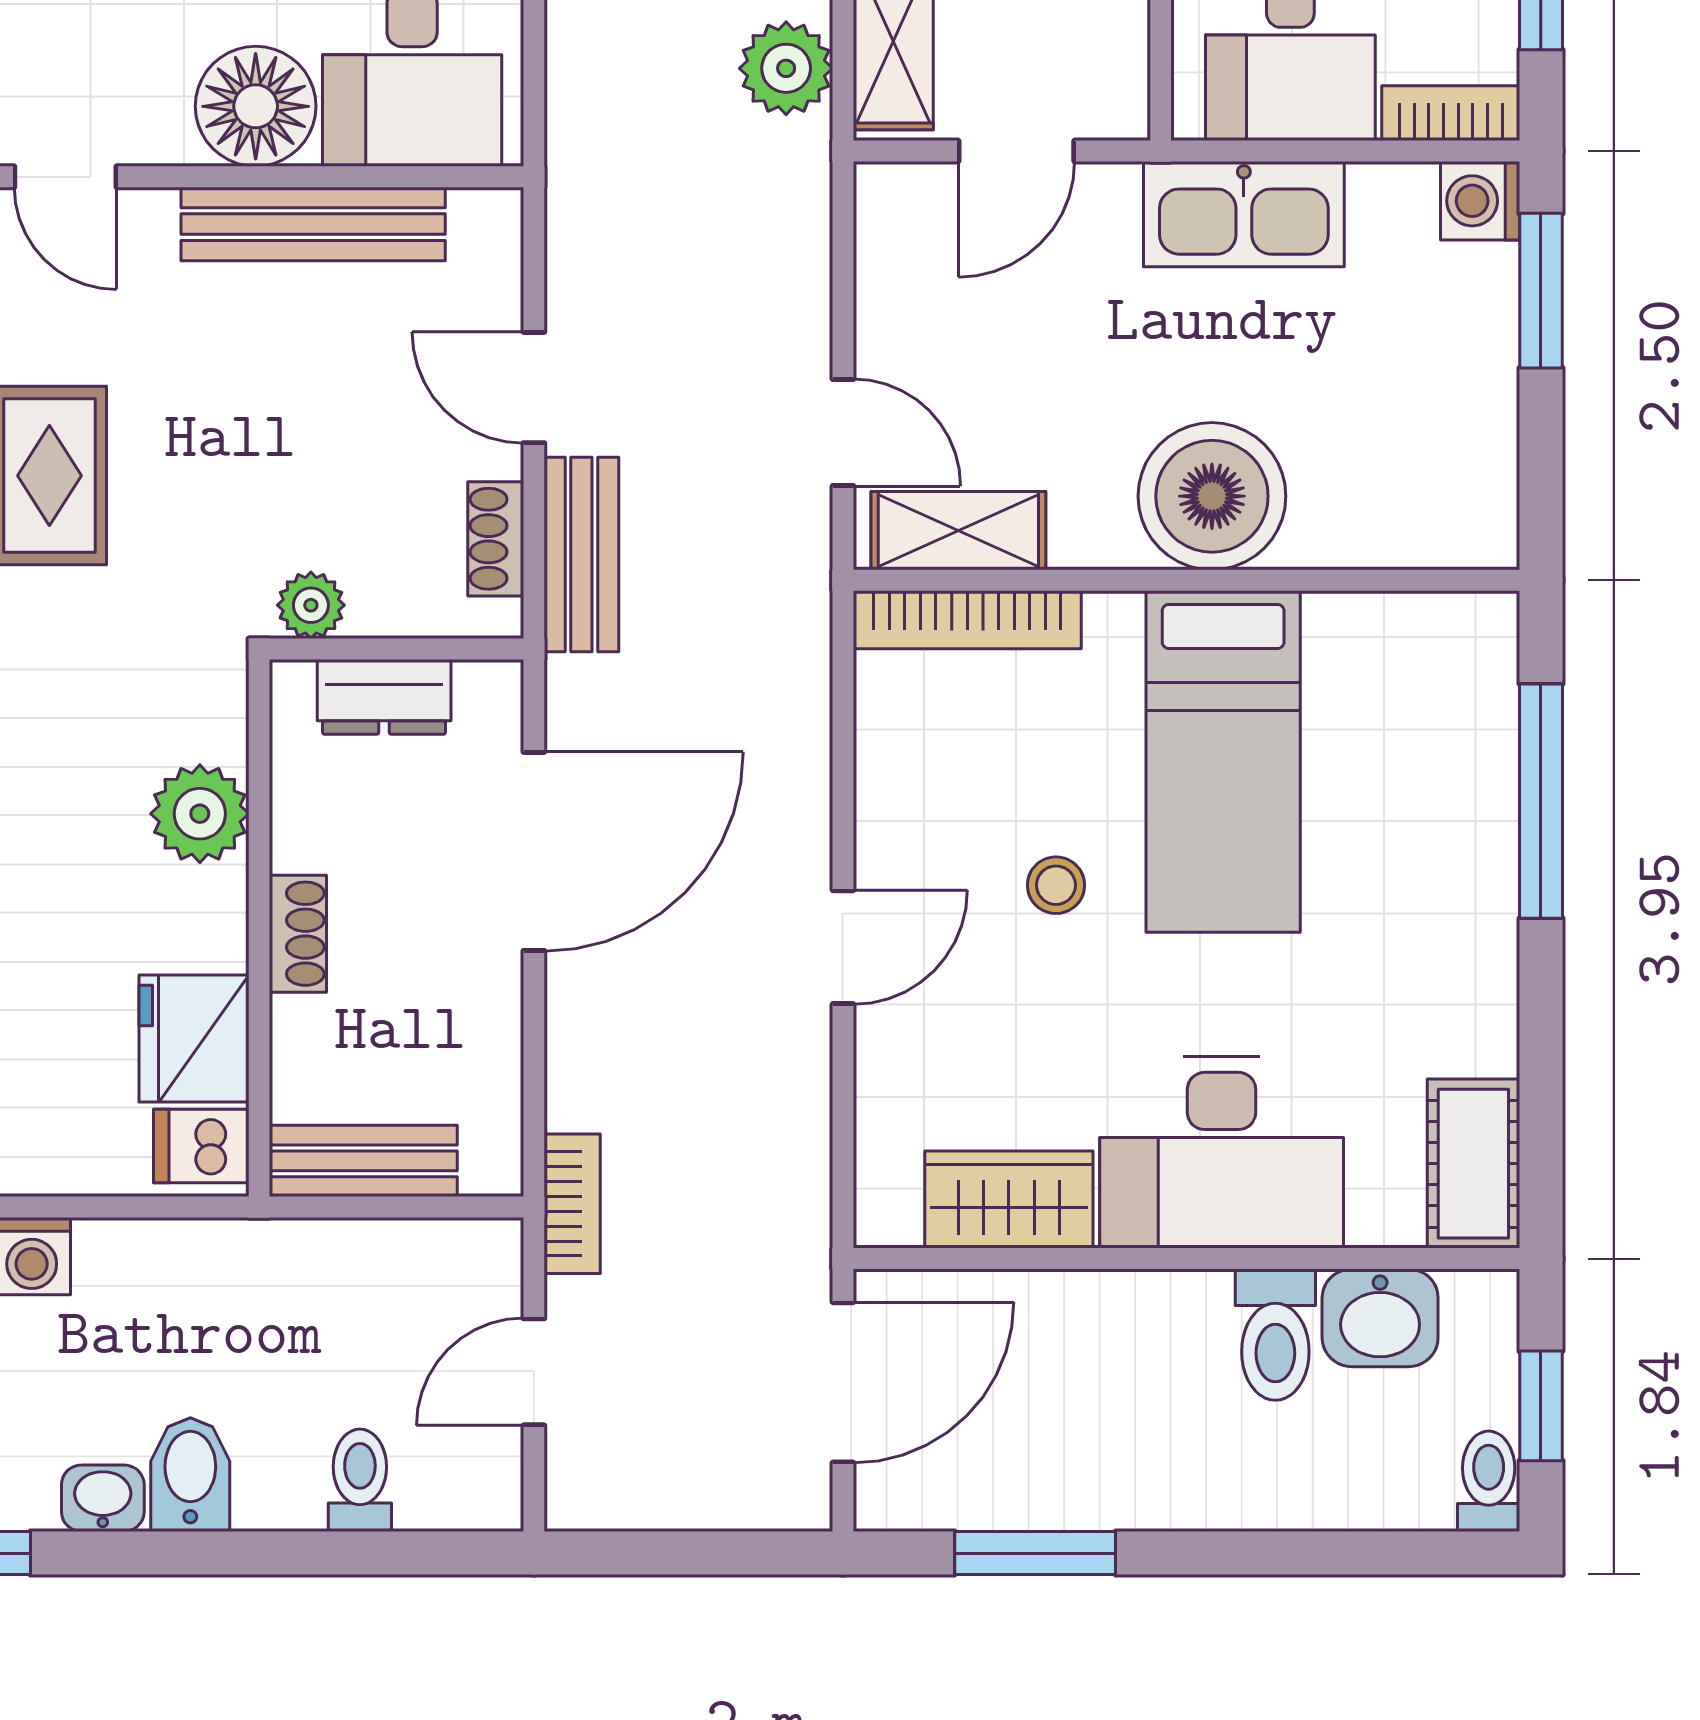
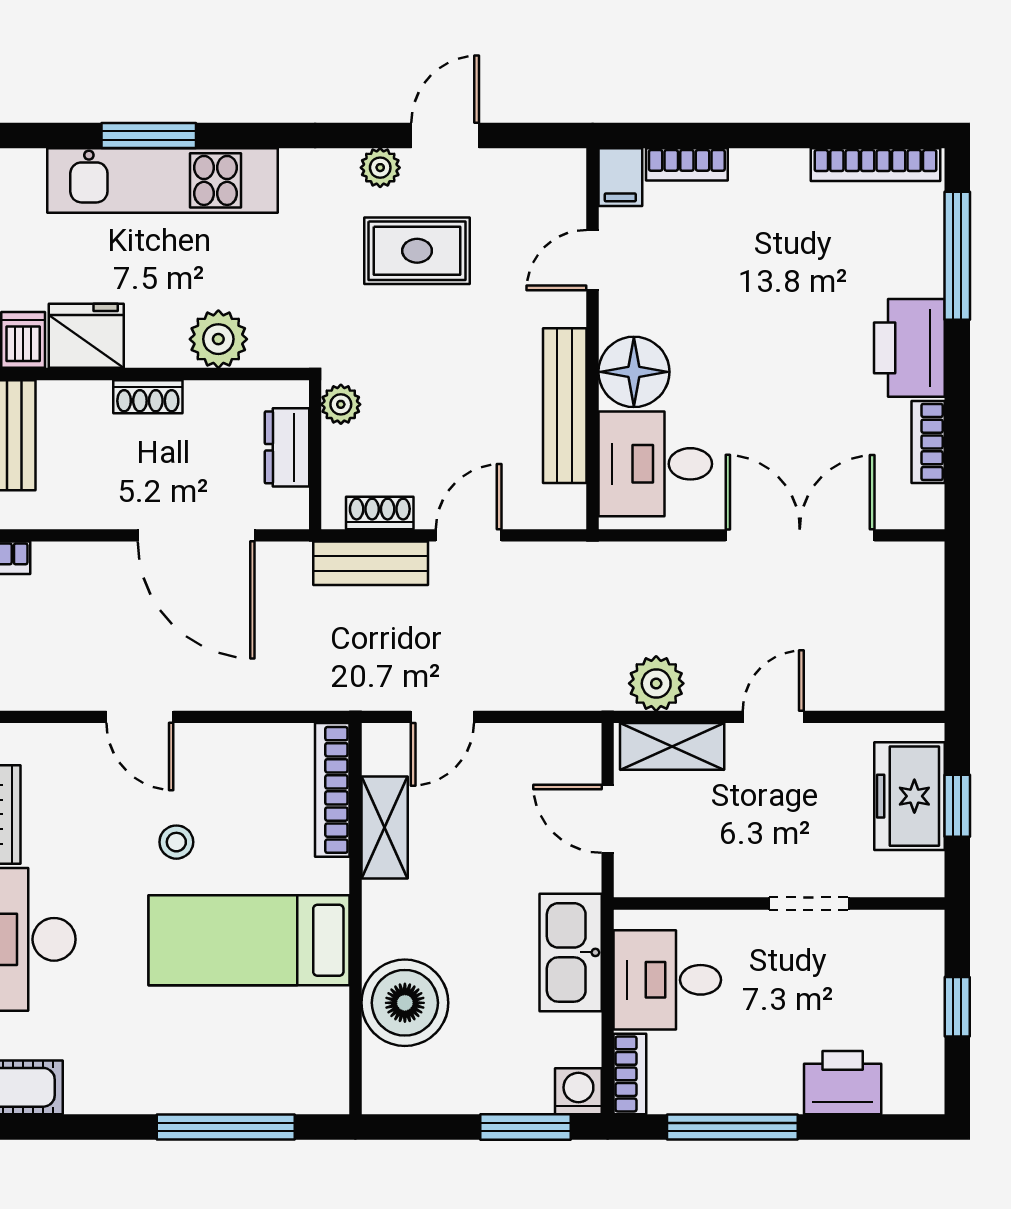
boiler: (1212, 496) -> (405, 1003), moved
shelving: (958, 531) -> (385, 828), moved

